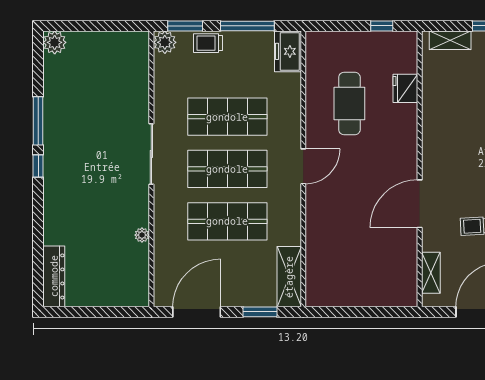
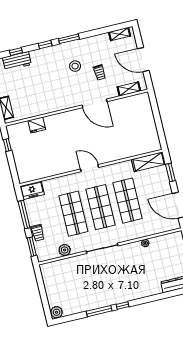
plant: (165, 42) -> (65, 250), moved
cafe table: (349, 103) -> (51, 152), removed

